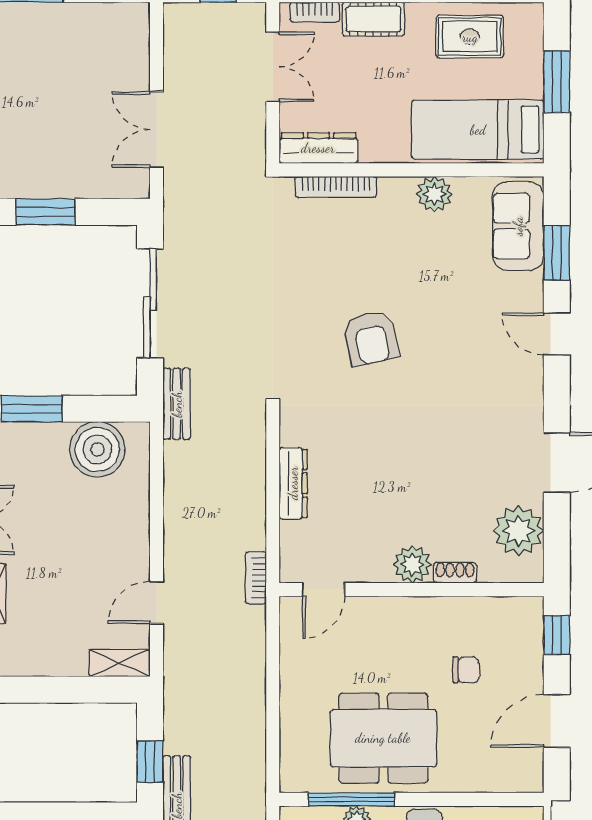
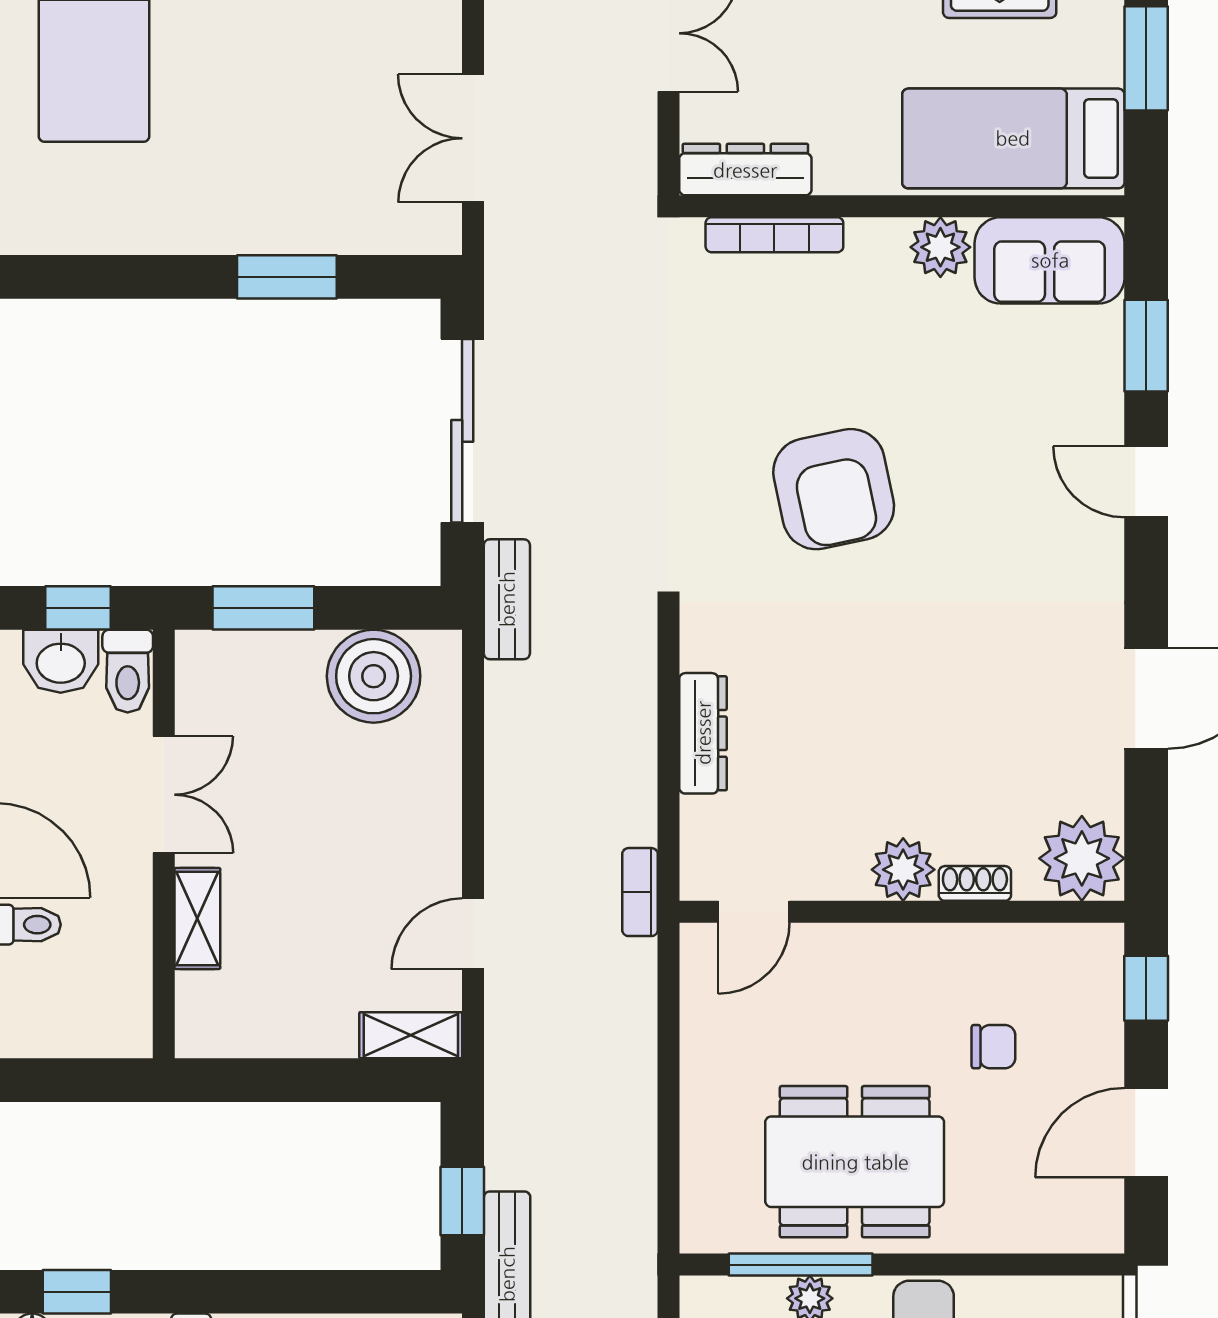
sofa: (518, 226) -> (1050, 260), moved, turned -90
armchair: (371, 338) -> (834, 489), width x1.36, depth x1.36
plant: (519, 531) -> (1082, 858), moved

